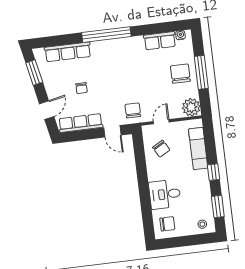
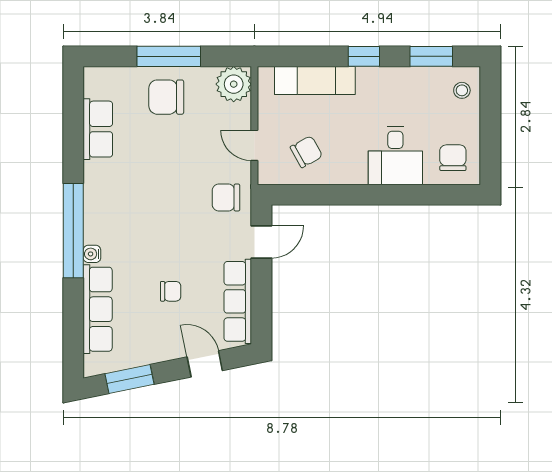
water cooler: (180, 35) -> (92, 254), moved

